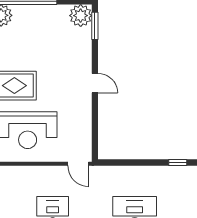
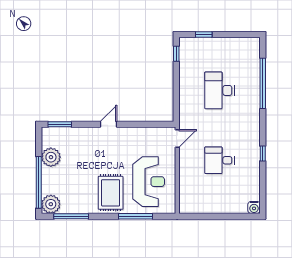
plant: (81, 16) -> (51, 157), moved

